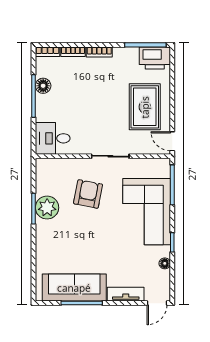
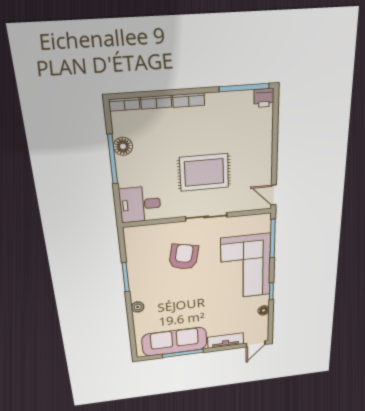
printer: (155, 58) -> (264, 98), width x0.53, depth x0.68
rug: (145, 107) -> (204, 172), moved, turned 90
plant: (47, 208) -> (138, 307), moved, width x0.53, depth x0.53

